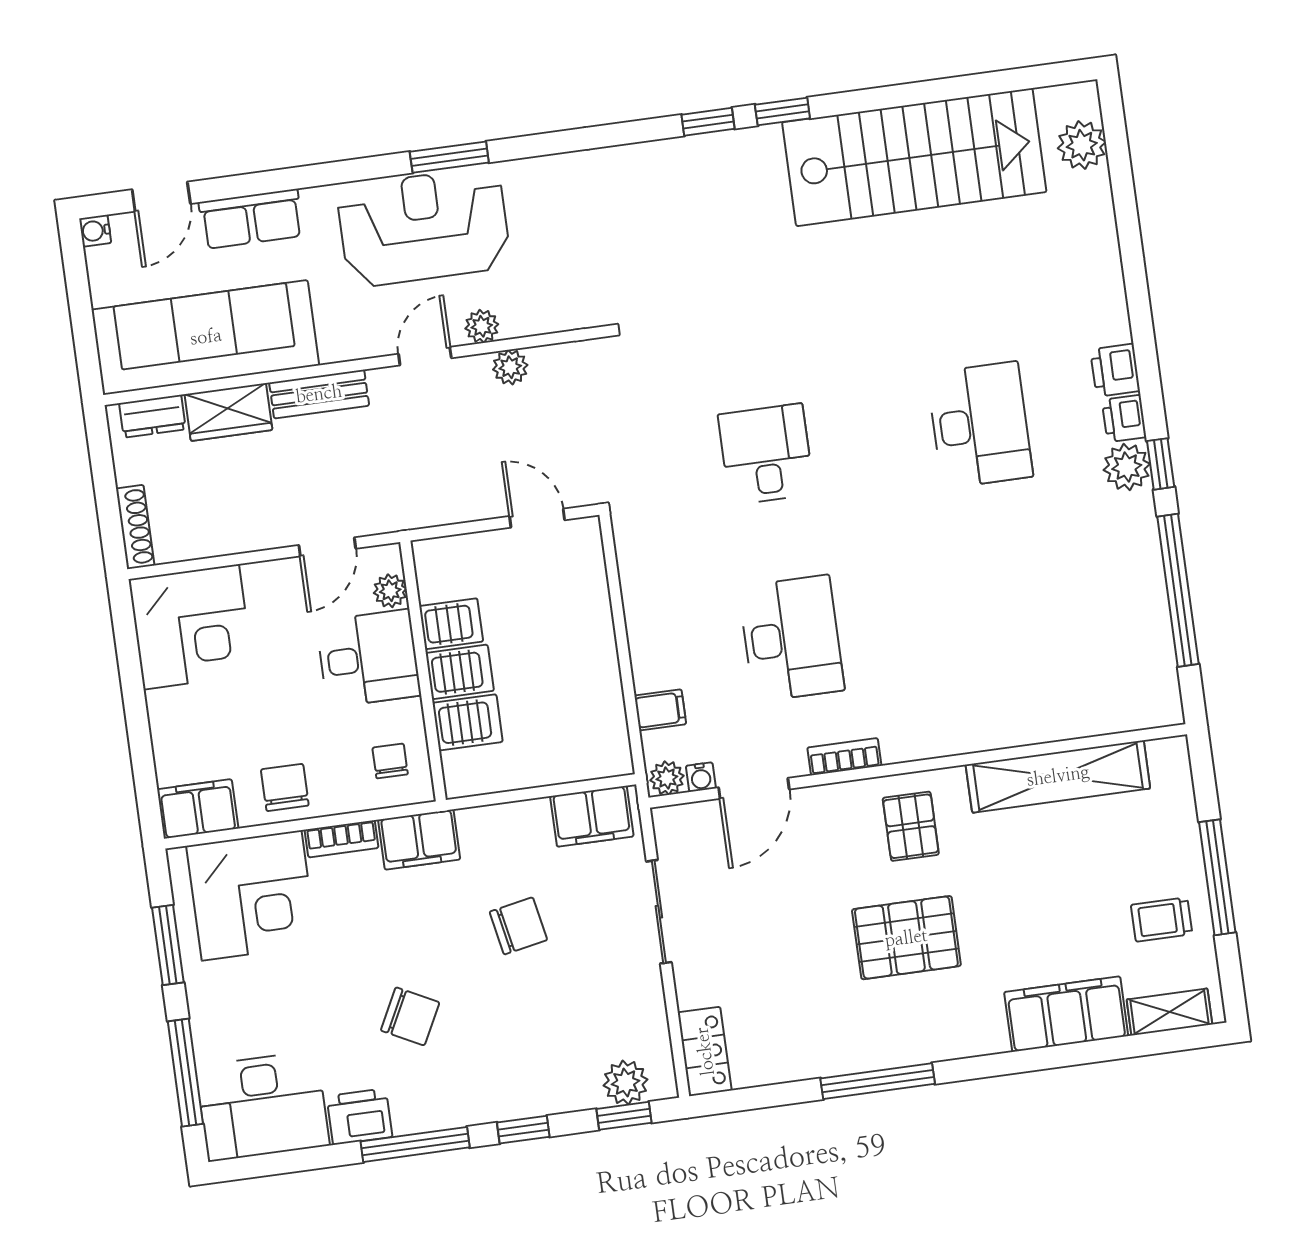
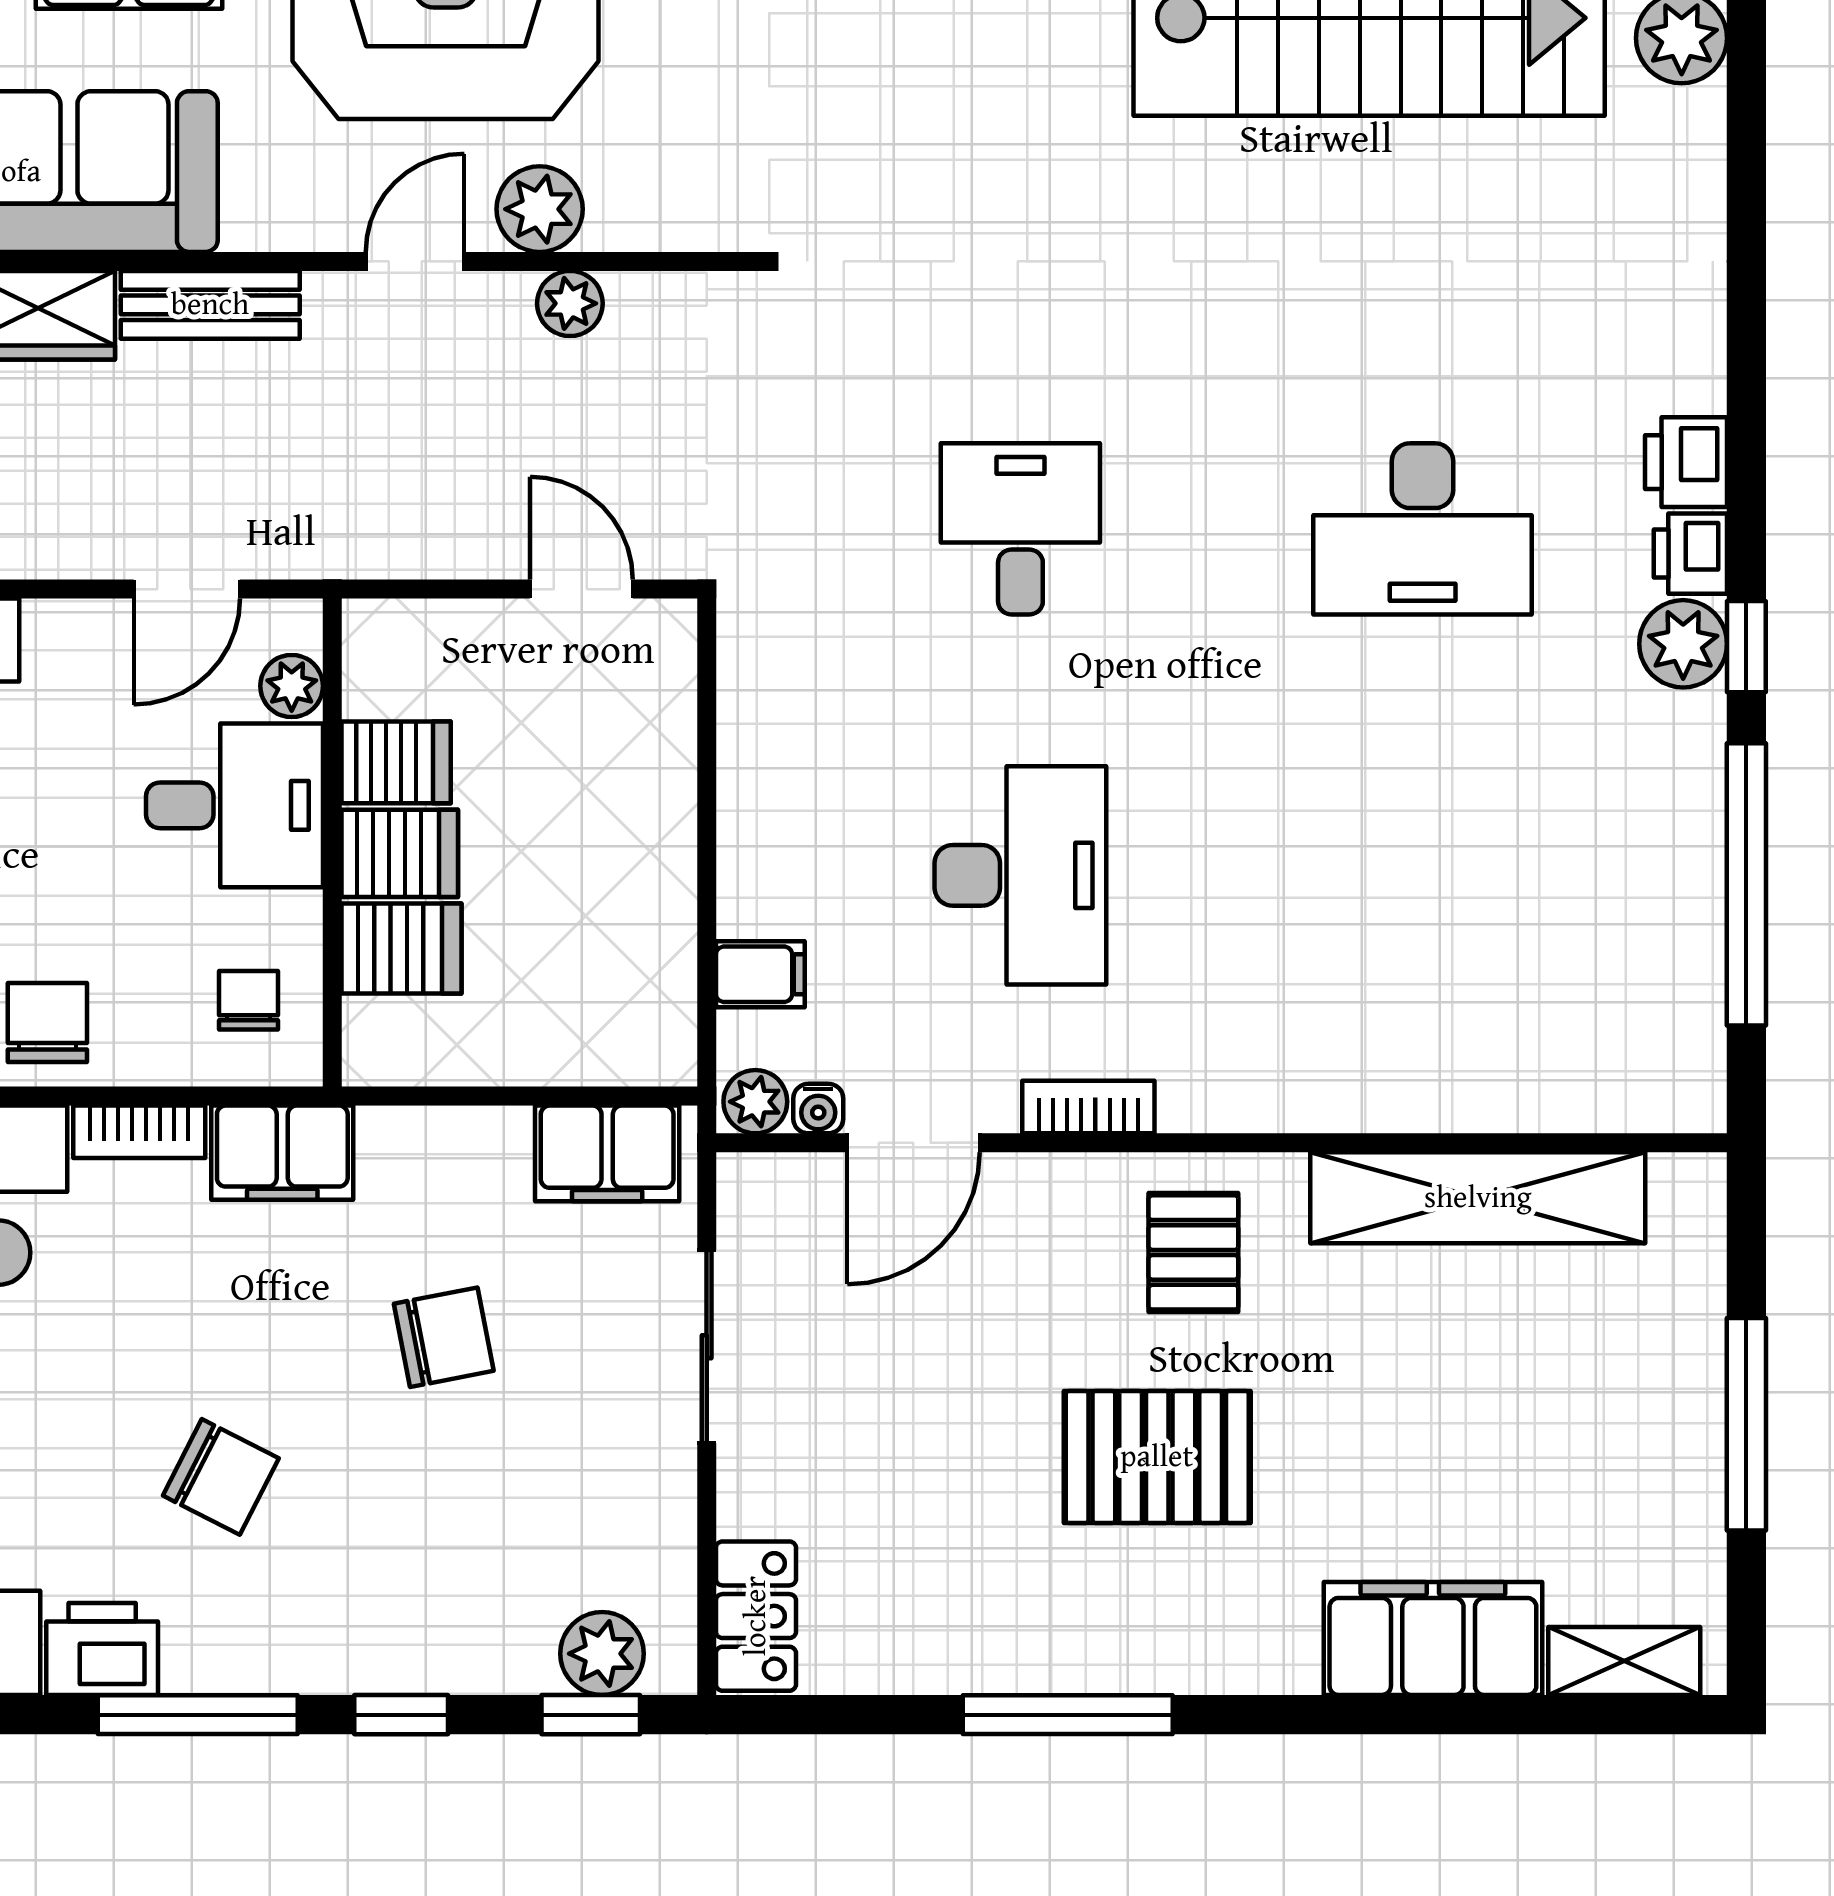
plant: (482, 326) -> (540, 209), width x1.38, depth x1.38
desk: (980, 425) -> (1423, 529), turned 90
trolley: (1162, 919) -> (1633, 1488), removed

